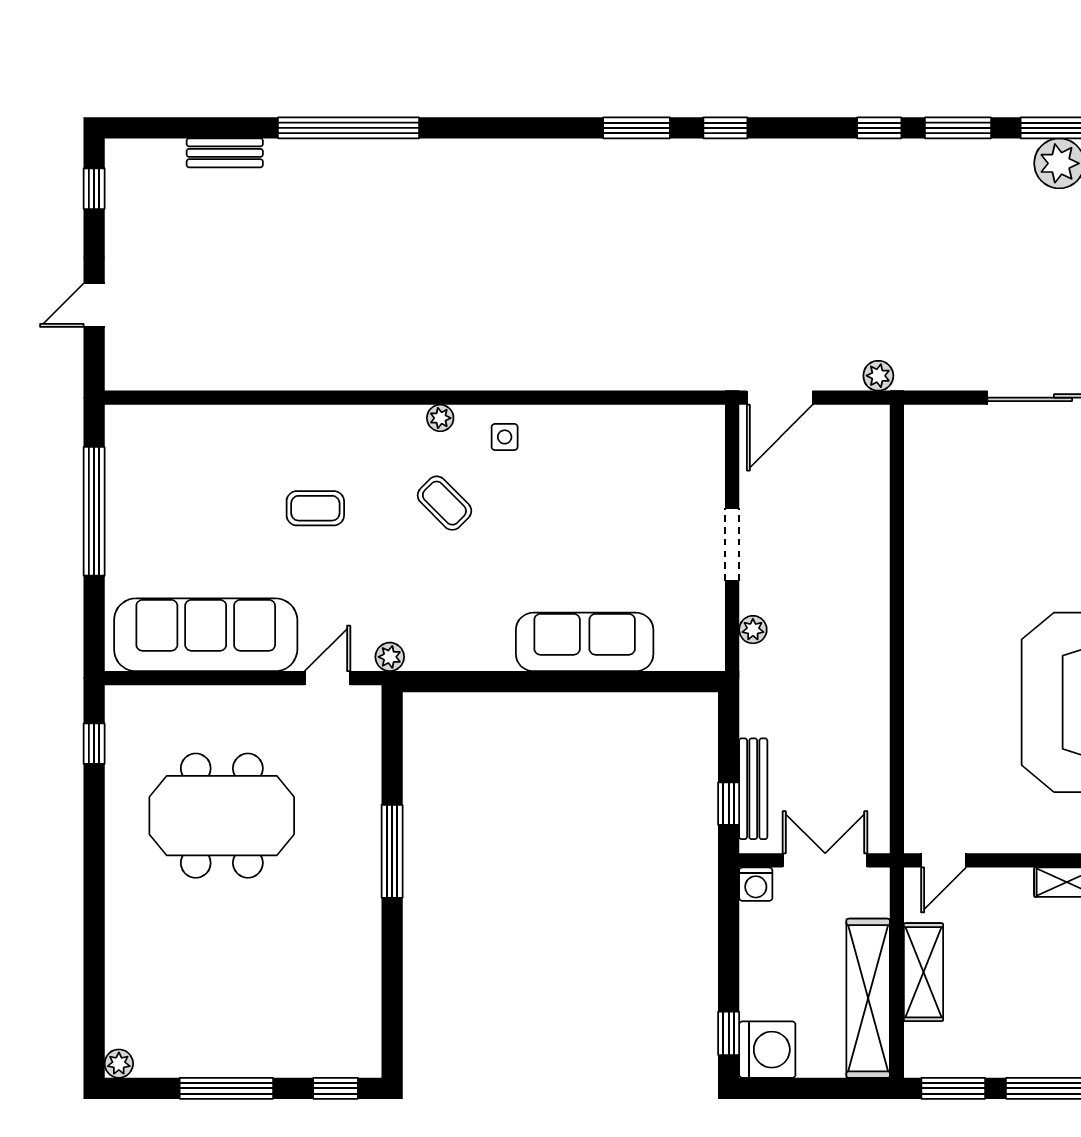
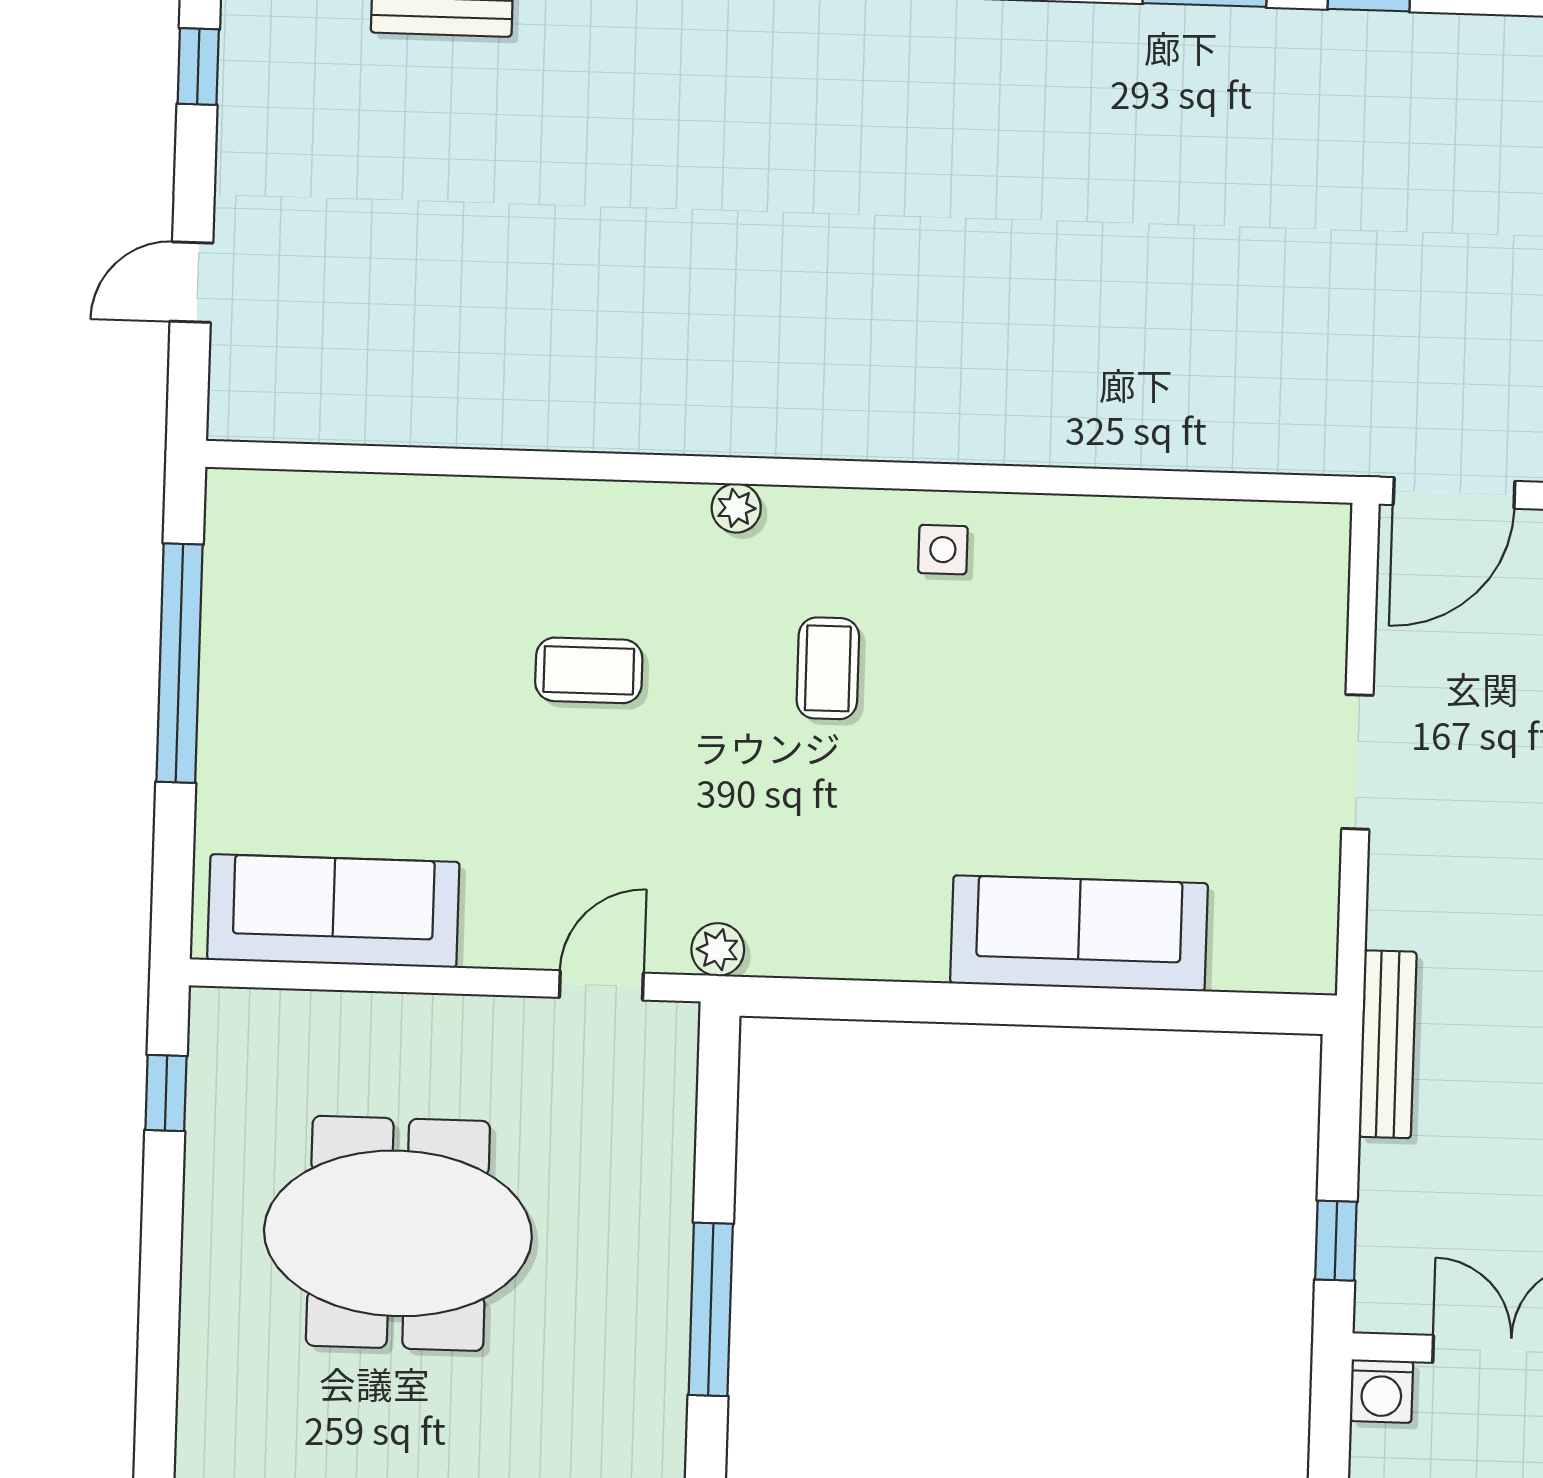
plant: (440, 418) -> (736, 508), moved
coffee table: (444, 503) -> (828, 668), turned 45
plant: (753, 630) -> (1391, 920), removed
sofa: (206, 635) -> (333, 911), width x0.74, depth x0.79
bench: (753, 789) -> (1388, 1044), moved

